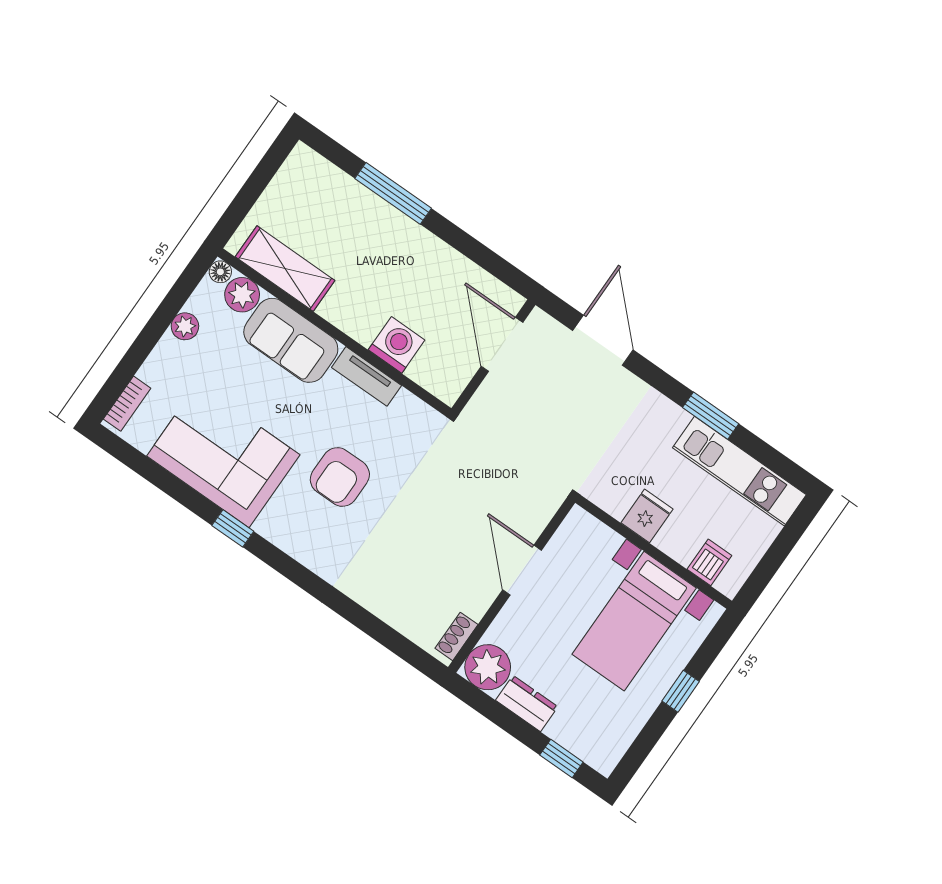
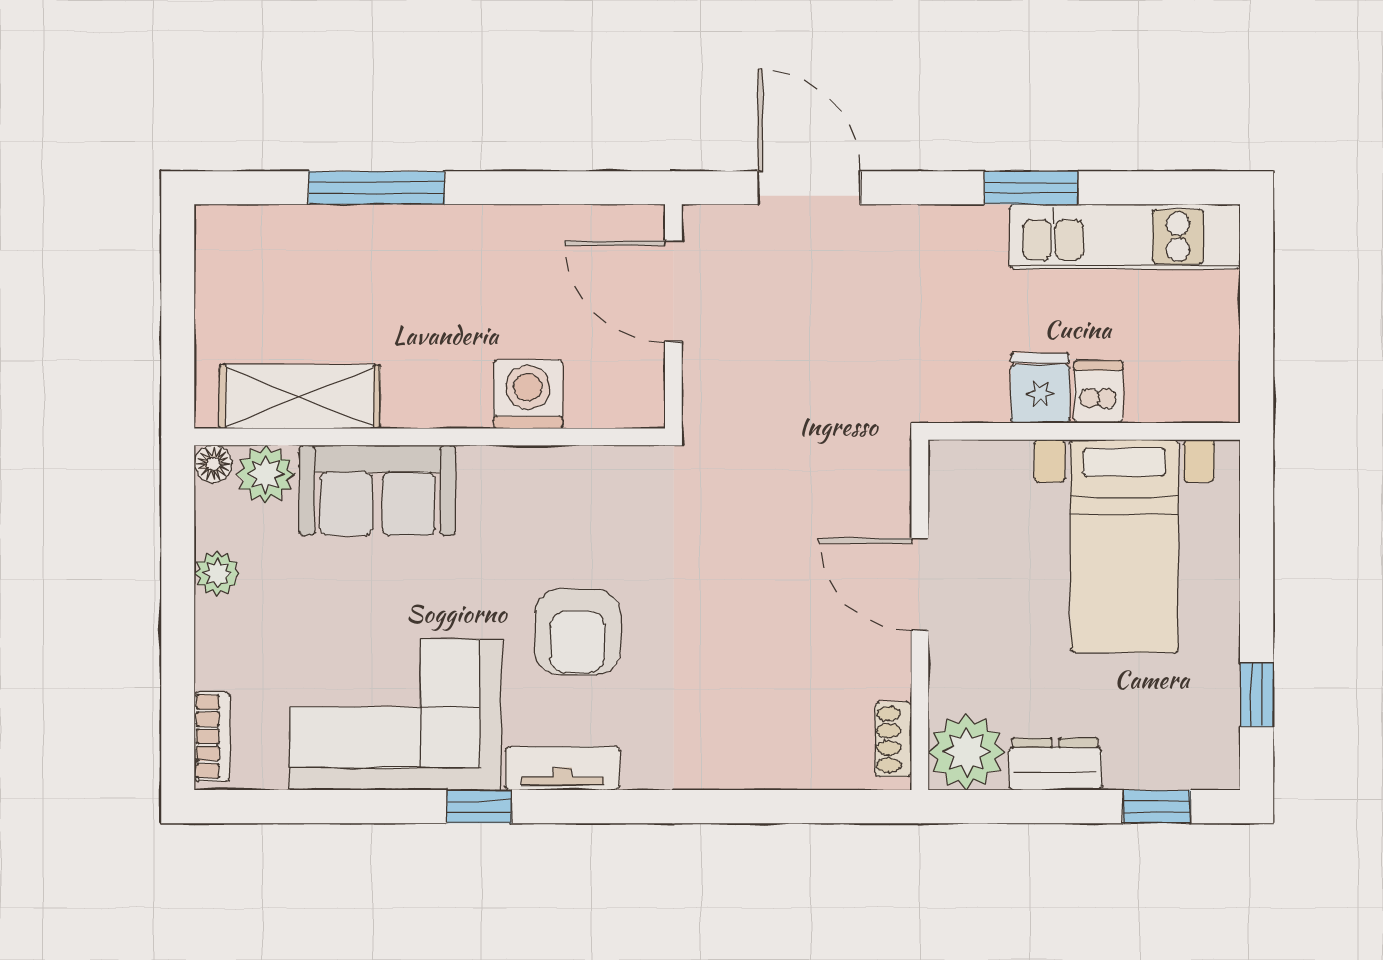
tv unit: (366, 376) -> (563, 768), moved, turned 180
dishwasher: (709, 562) -> (1098, 392), moved
window: (681, 691) -> (1257, 695), moved

